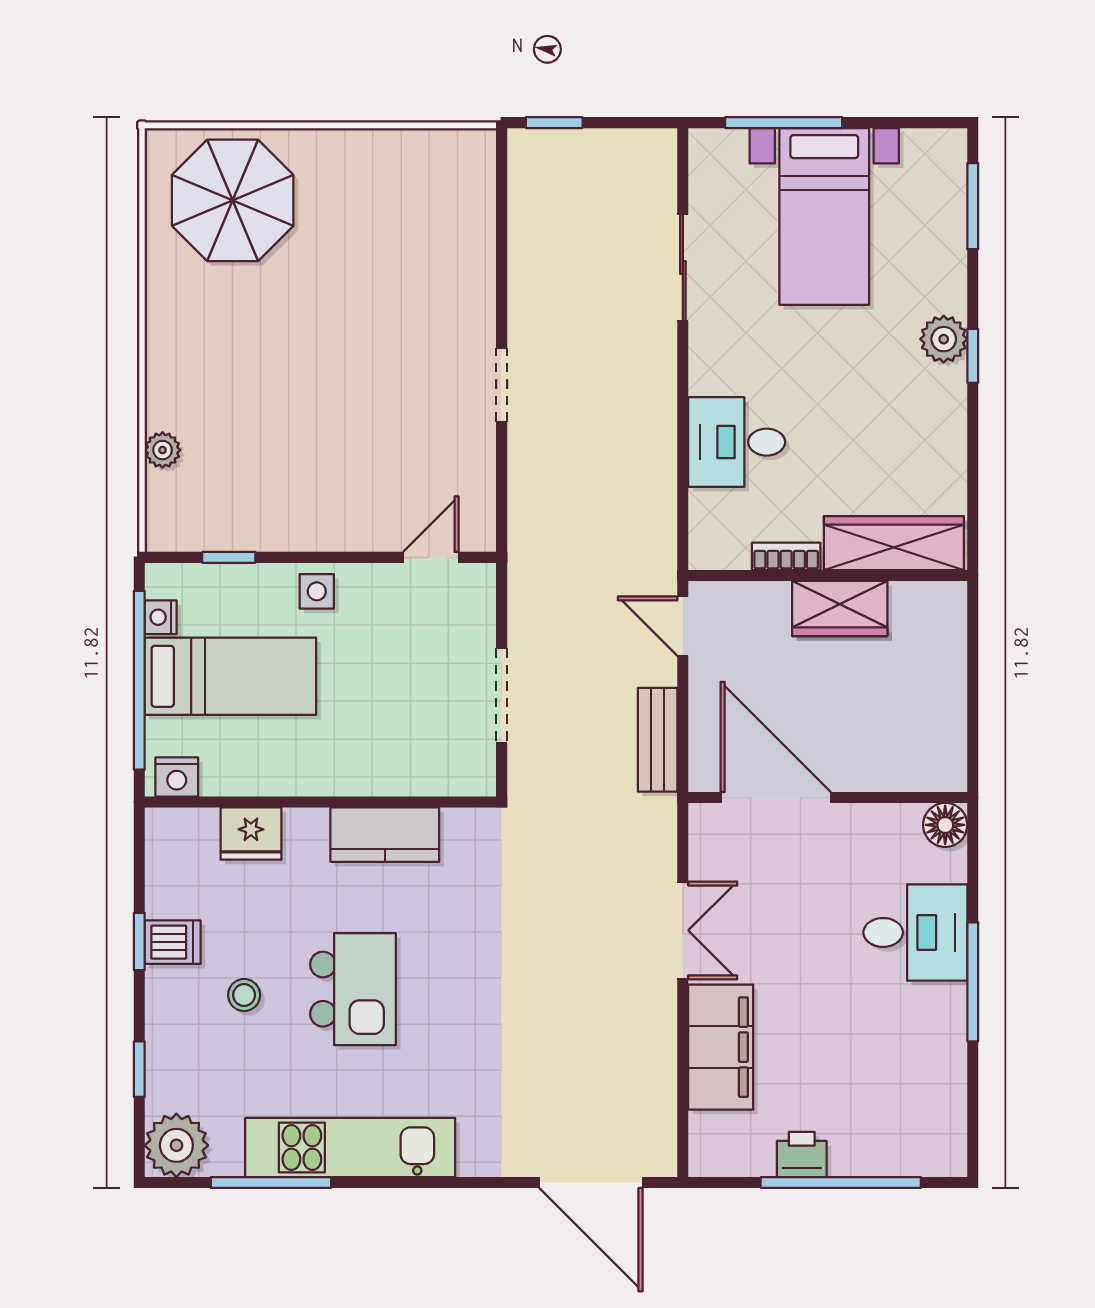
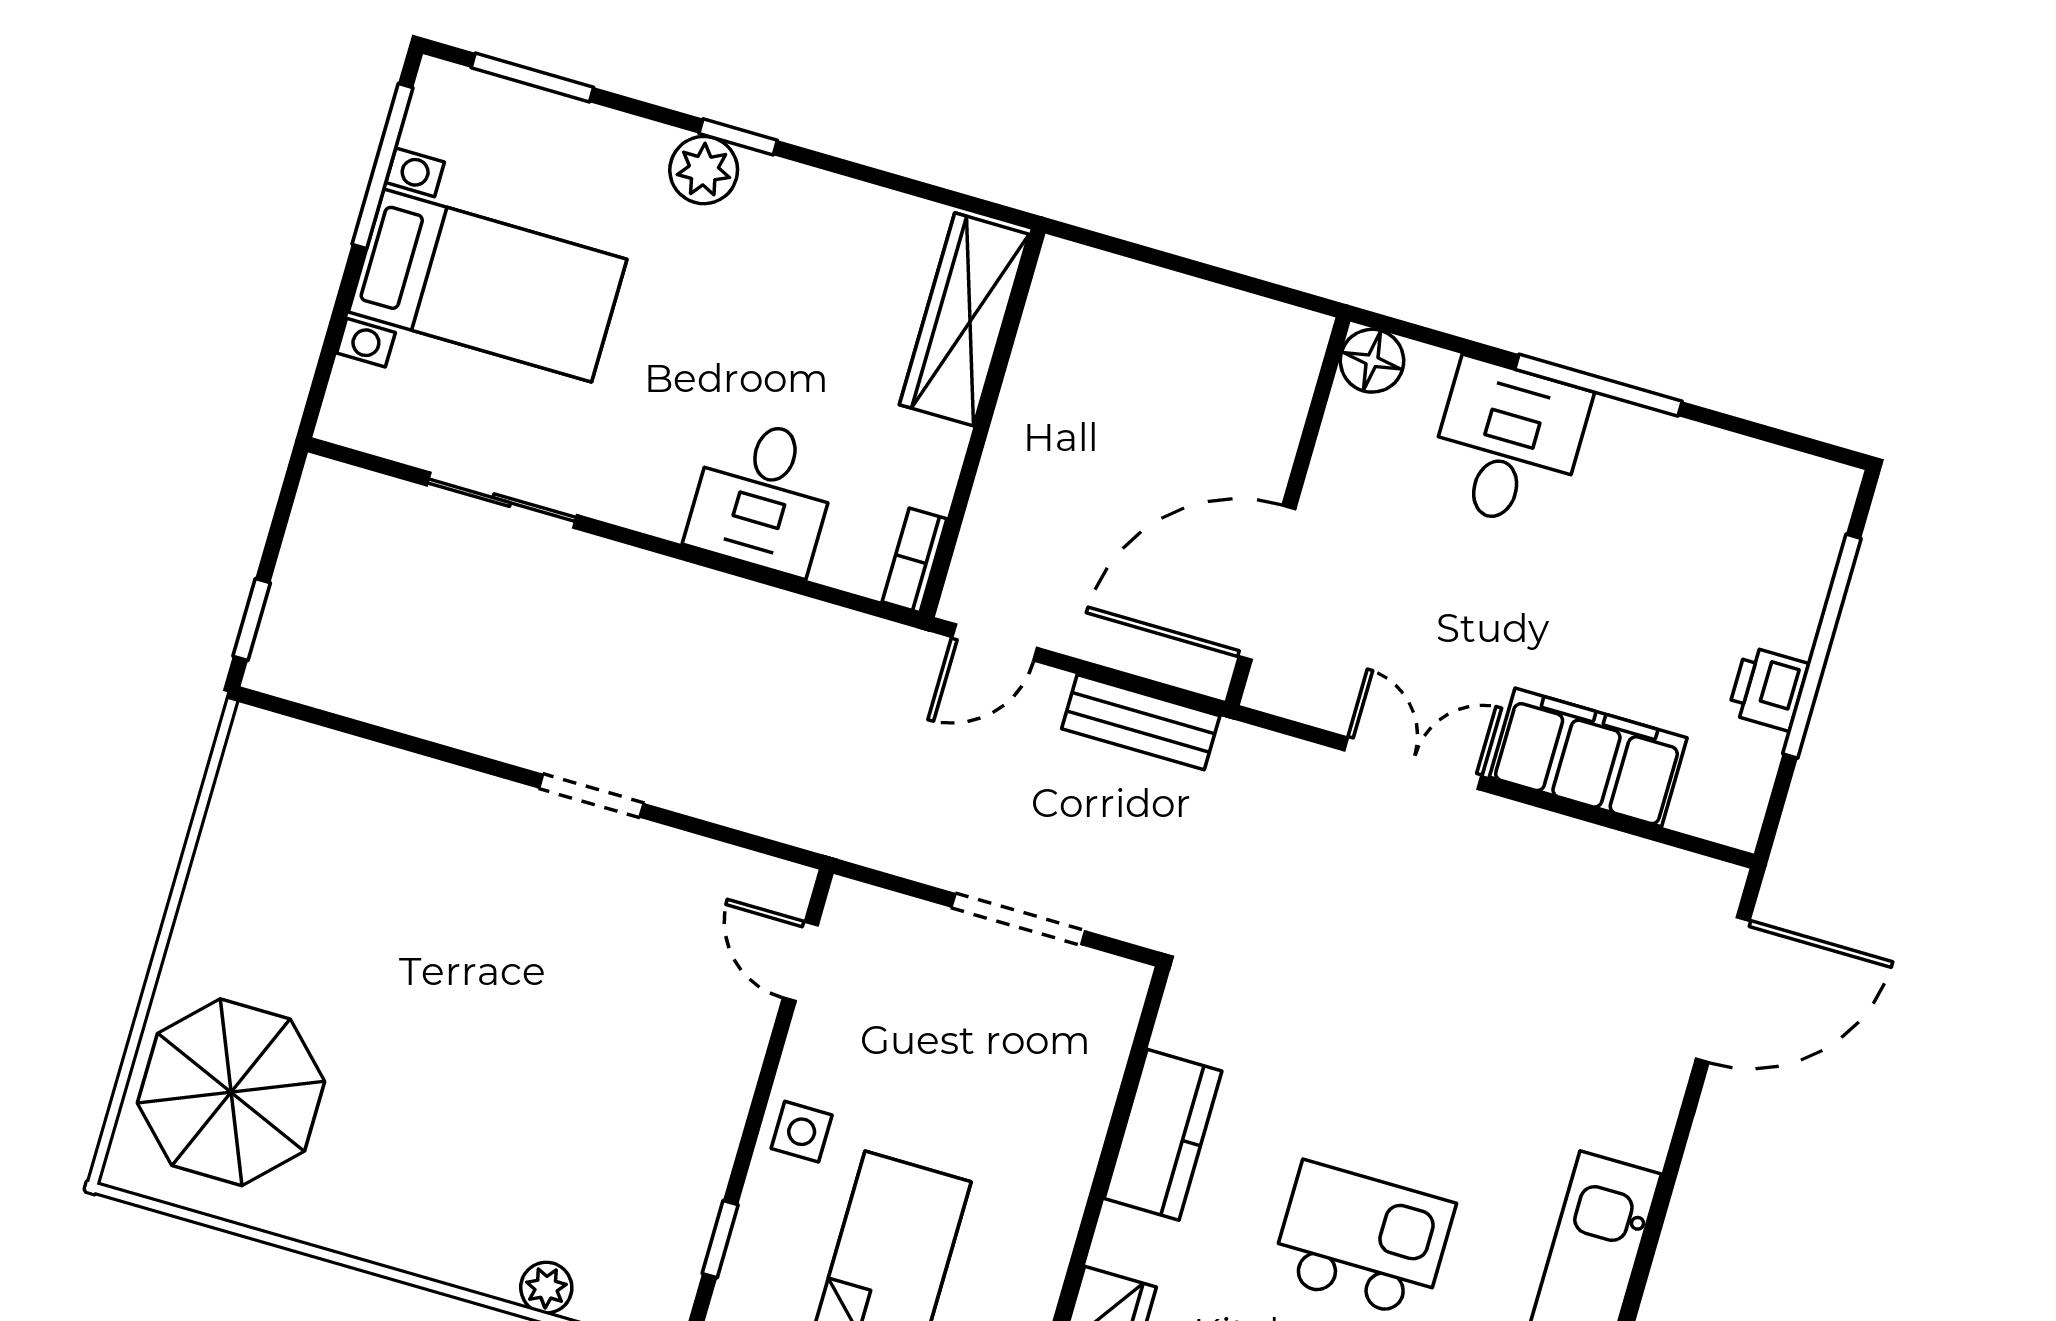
window: (784, 123) -> (383, 166), moved
bookcase: (786, 556) -> (915, 560), moved
wardrobe: (840, 609) -> (1033, 420), removed

